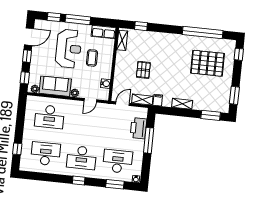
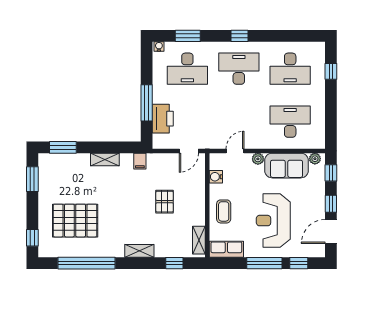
coffee table: (92, 58) -> (224, 211), moved
shelving: (142, 100) -> (139, 251), moved

